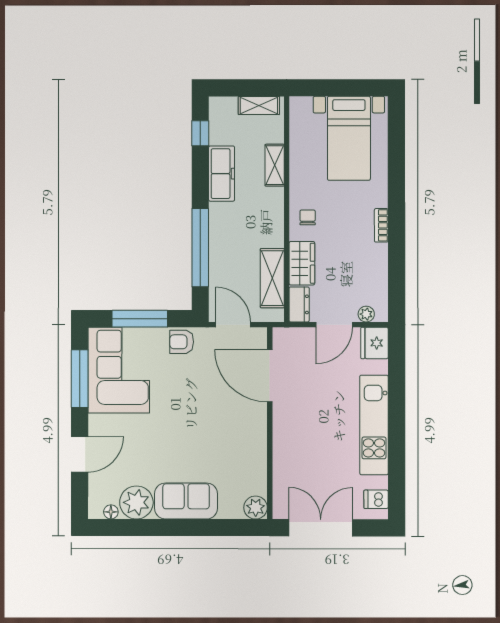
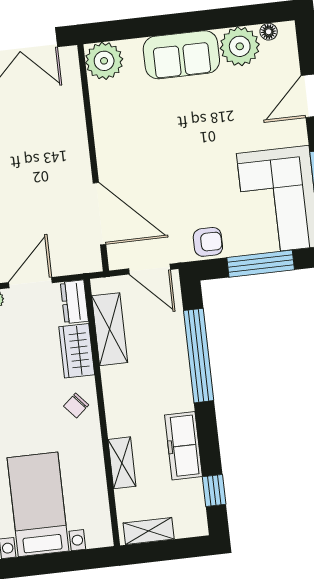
chair: (308, 217) -> (76, 406), turned 49
plant: (256, 508) -> (104, 61), width x1.36, depth x1.36

